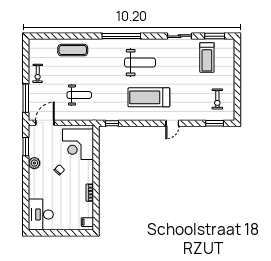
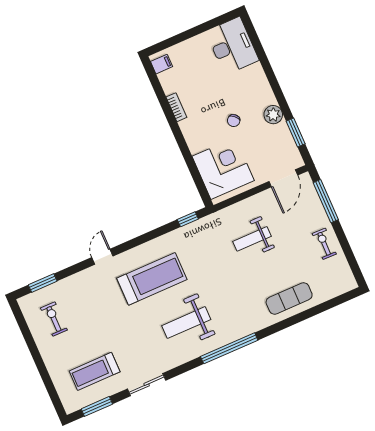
treadmill: (207, 57) -> (95, 371), turned -90

